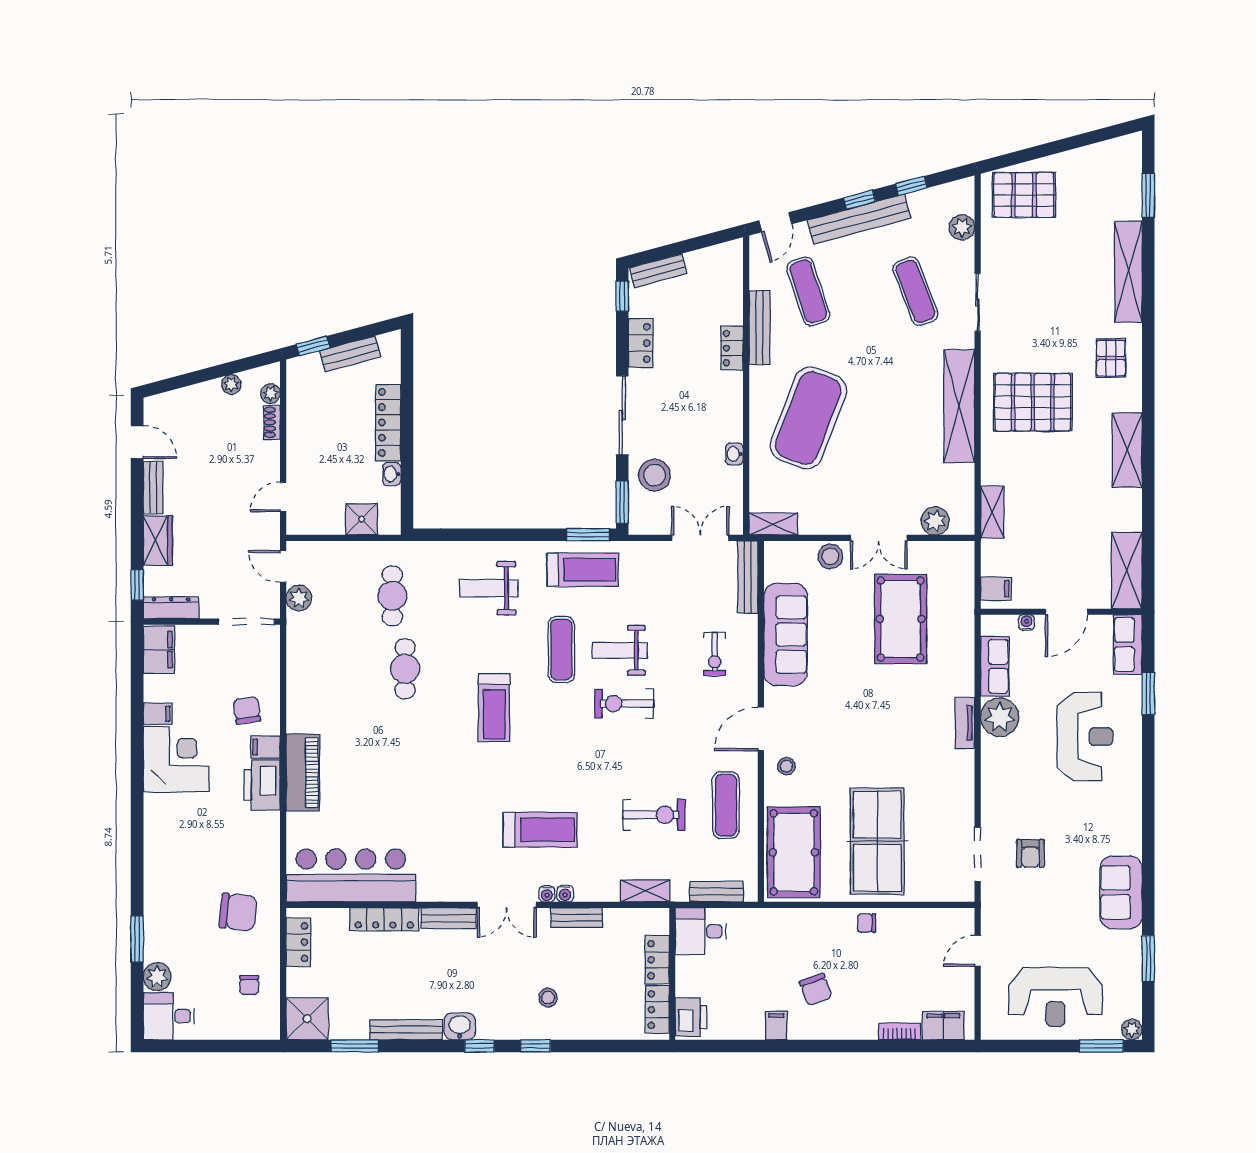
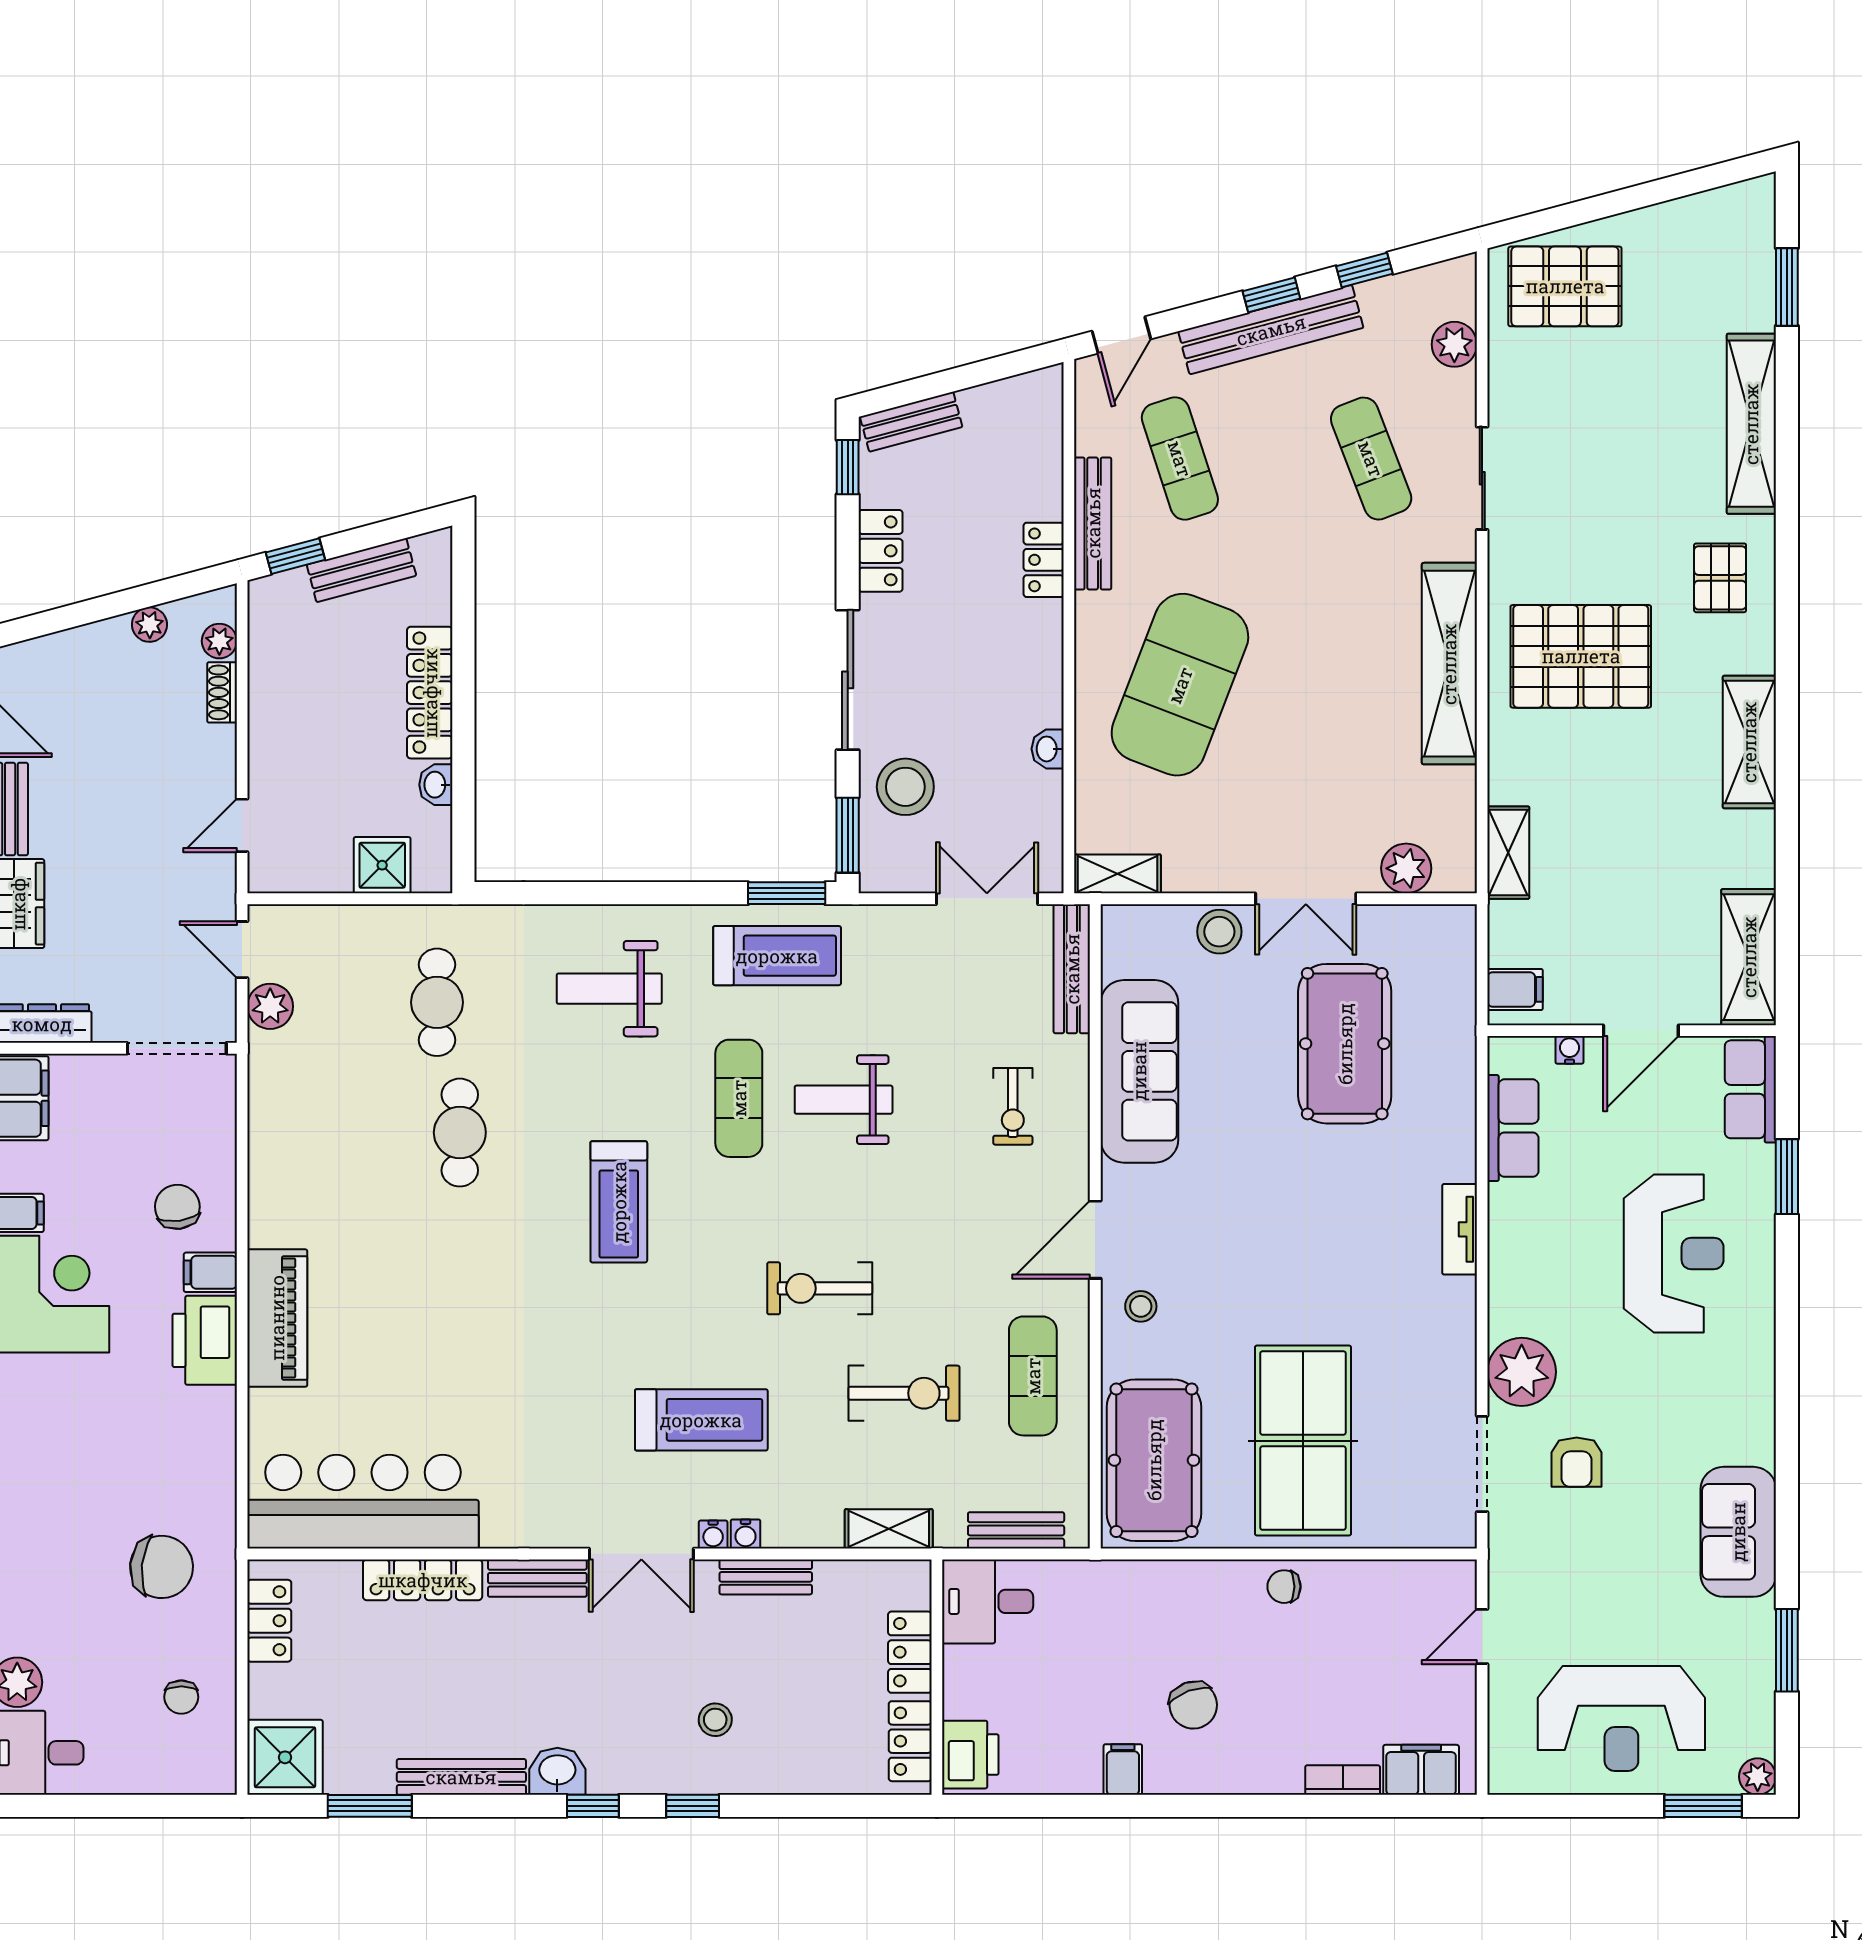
exercise bike: (624, 704) -> (820, 1288), moved
plant: (1000, 717) -> (1522, 1372), moved

